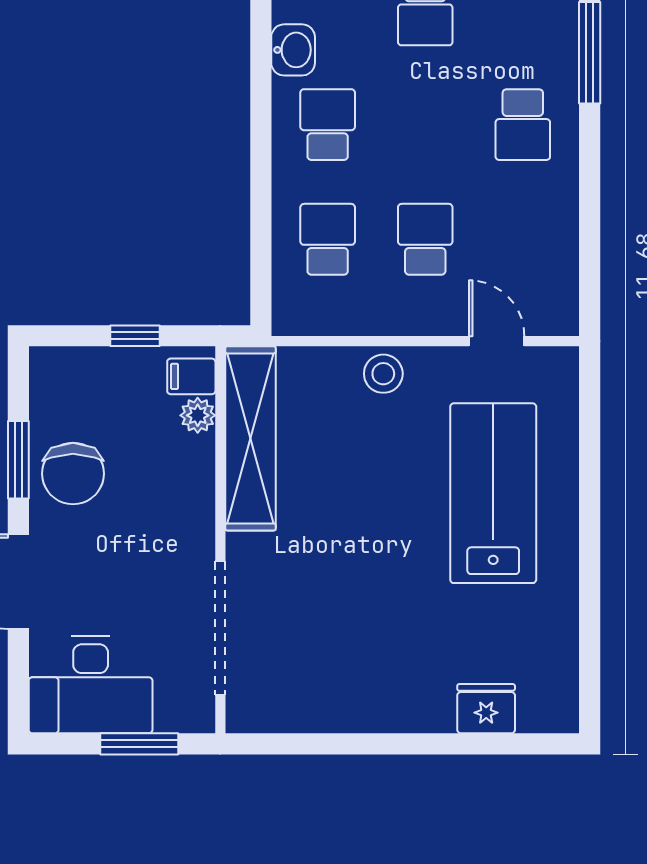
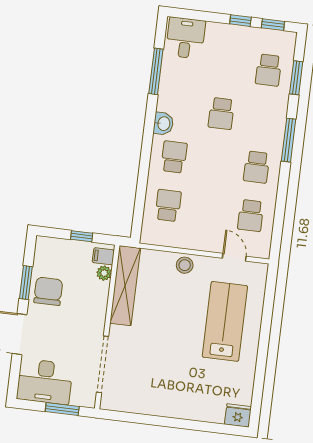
school desk: (425, 239) -> (251, 216), moved, turned 180
chair: (73, 474) -> (48, 291), turned 180
fridge: (486, 709) -> (238, 415), moved

